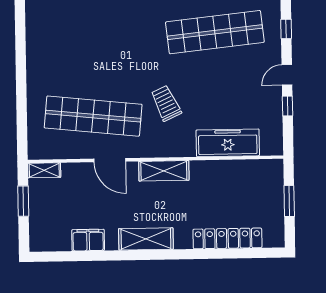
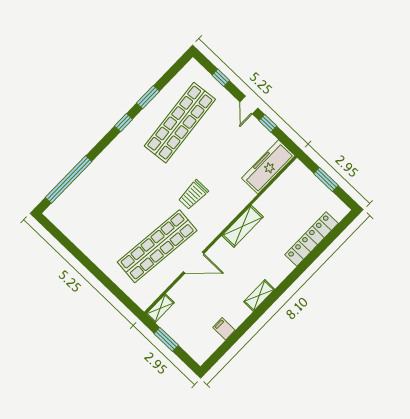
trolley: (166, 103) -> (193, 195), turned -65
freezer: (228, 143) -> (268, 167), moved
shelving: (164, 171) -> (243, 226), moved
shelving: (146, 239) -> (259, 296), width x0.67, depth x0.75
filing cabinet: (88, 240) -> (224, 329), width x0.50

